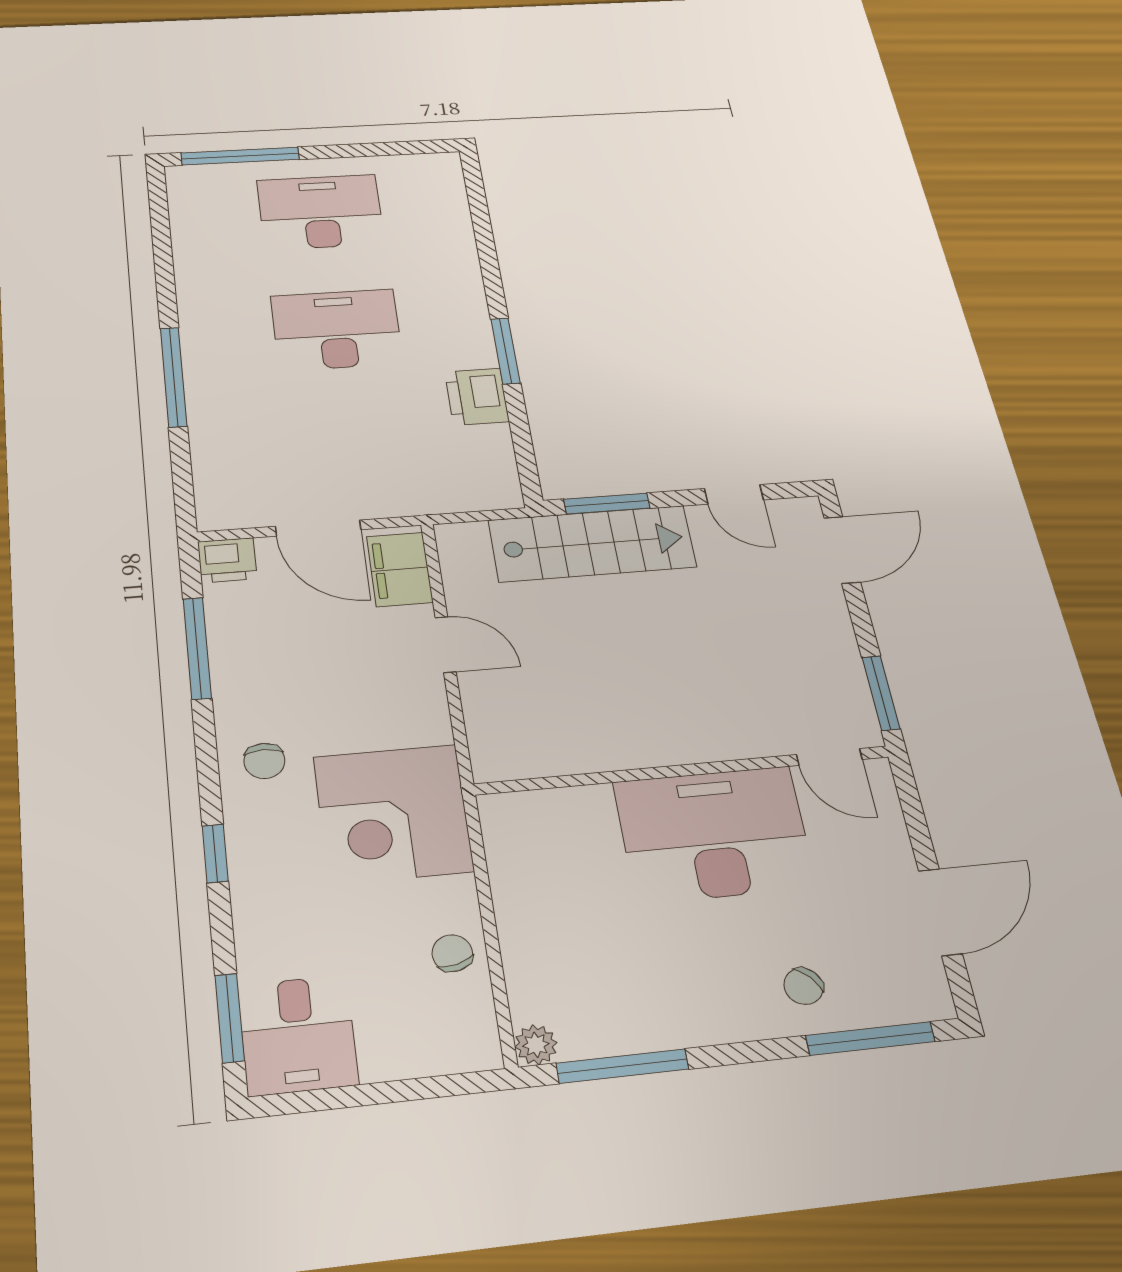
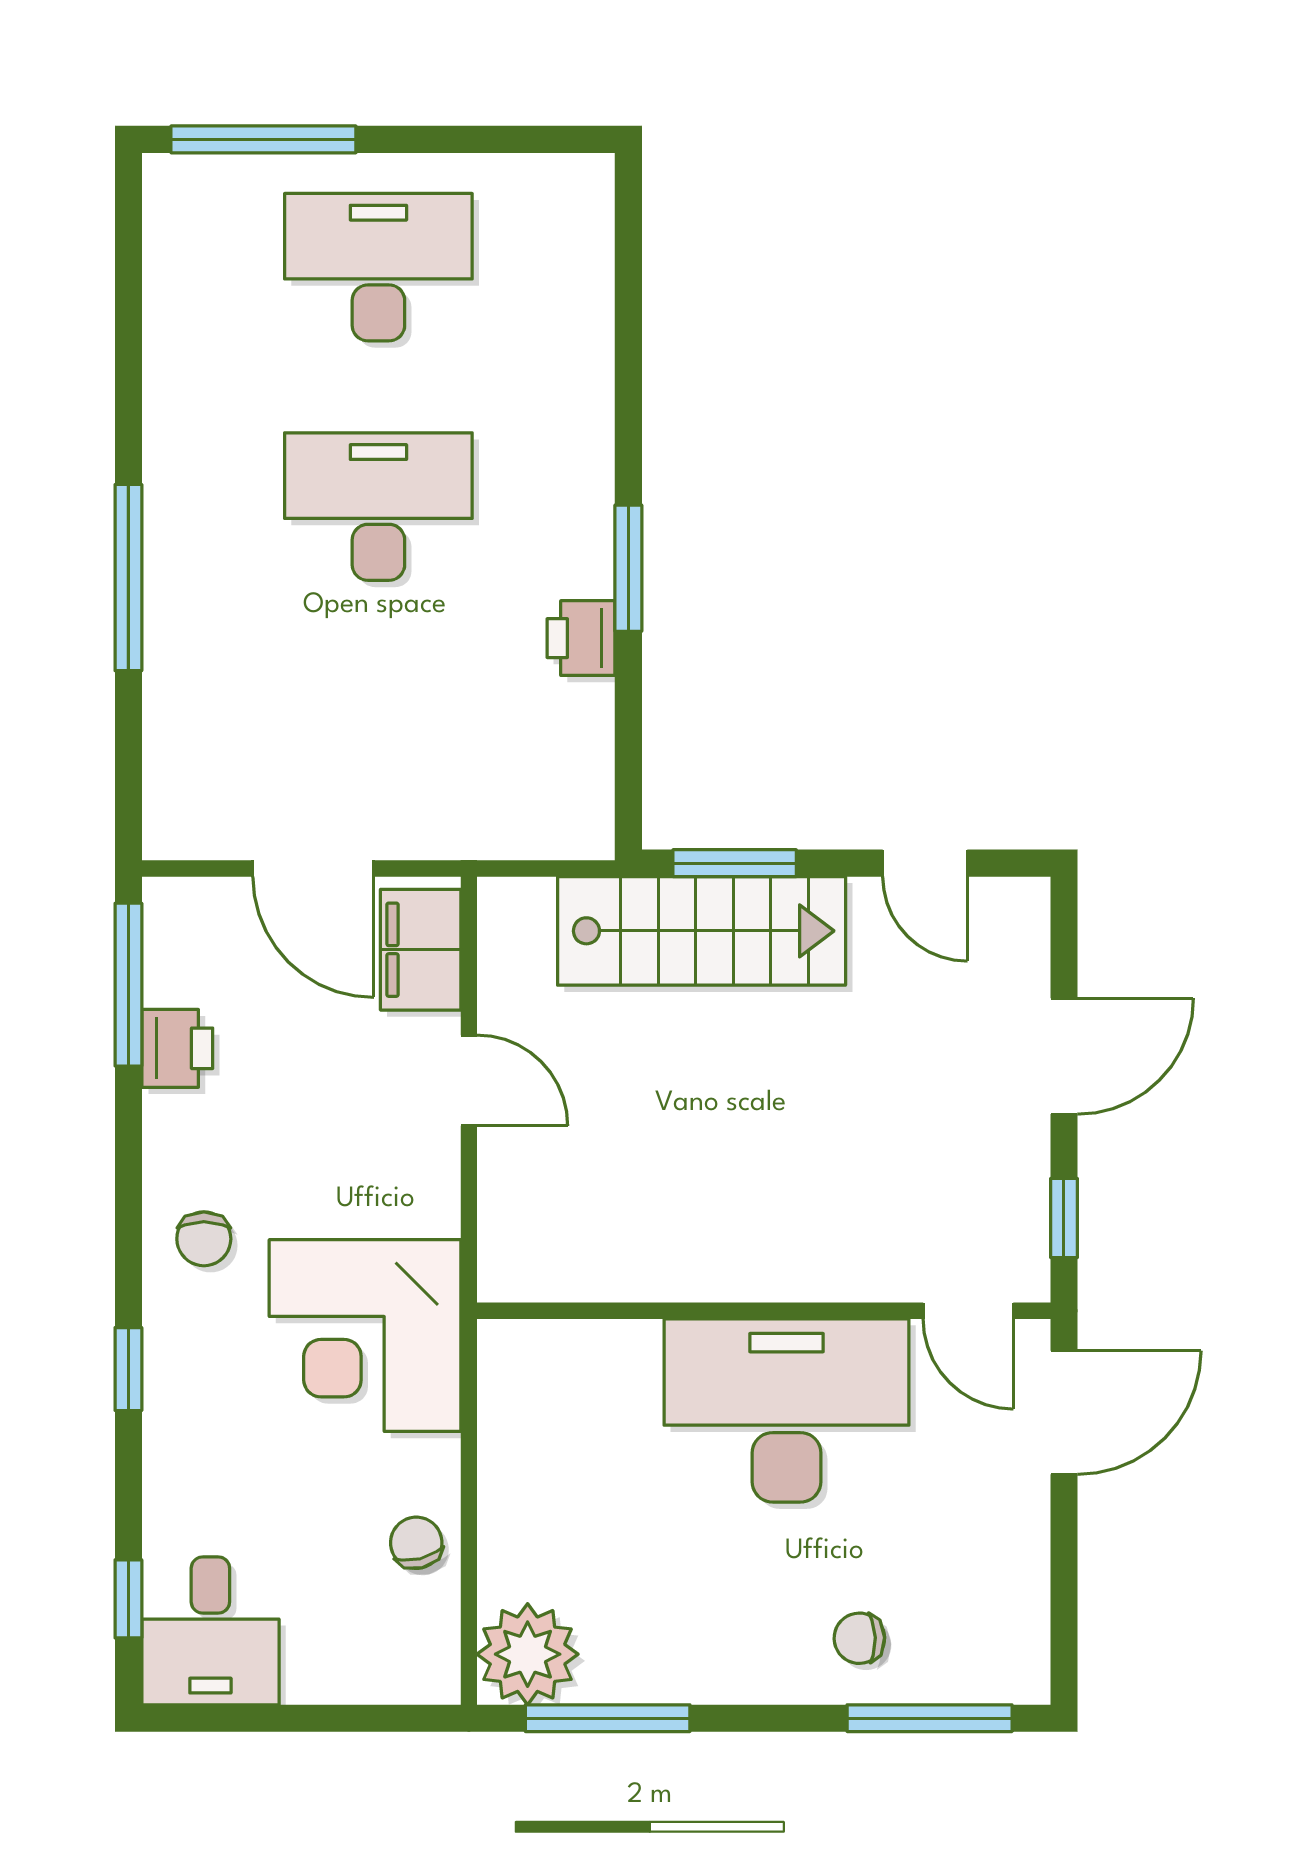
printer: (477, 397) -> (581, 638), width x0.73, depth x0.81
door: (842, 550) -> (1064, 1056), moved
printer: (227, 560) -> (177, 1048), moved, turned -90
window: (197, 648) -> (128, 985), moved
window: (881, 693) -> (1064, 1218), width x0.67
door: (940, 912) -> (1064, 1413), moved
chair: (804, 986) -> (859, 1638), turned 41
window: (230, 1018) -> (128, 1599), width x0.67
plant: (536, 1045) -> (528, 1654), width x1.87, depth x1.87

